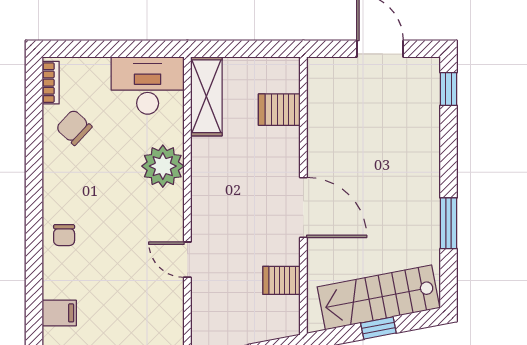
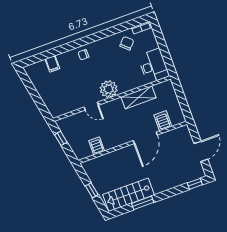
shelving: (206, 96) -> (139, 97), moved
plant: (163, 166) -> (109, 89), moved
door: (303, 207) -> (145, 138), moved
door: (187, 260) -> (91, 106), swing flipped
stairs: (378, 297) -> (128, 195), moved, turned -79

